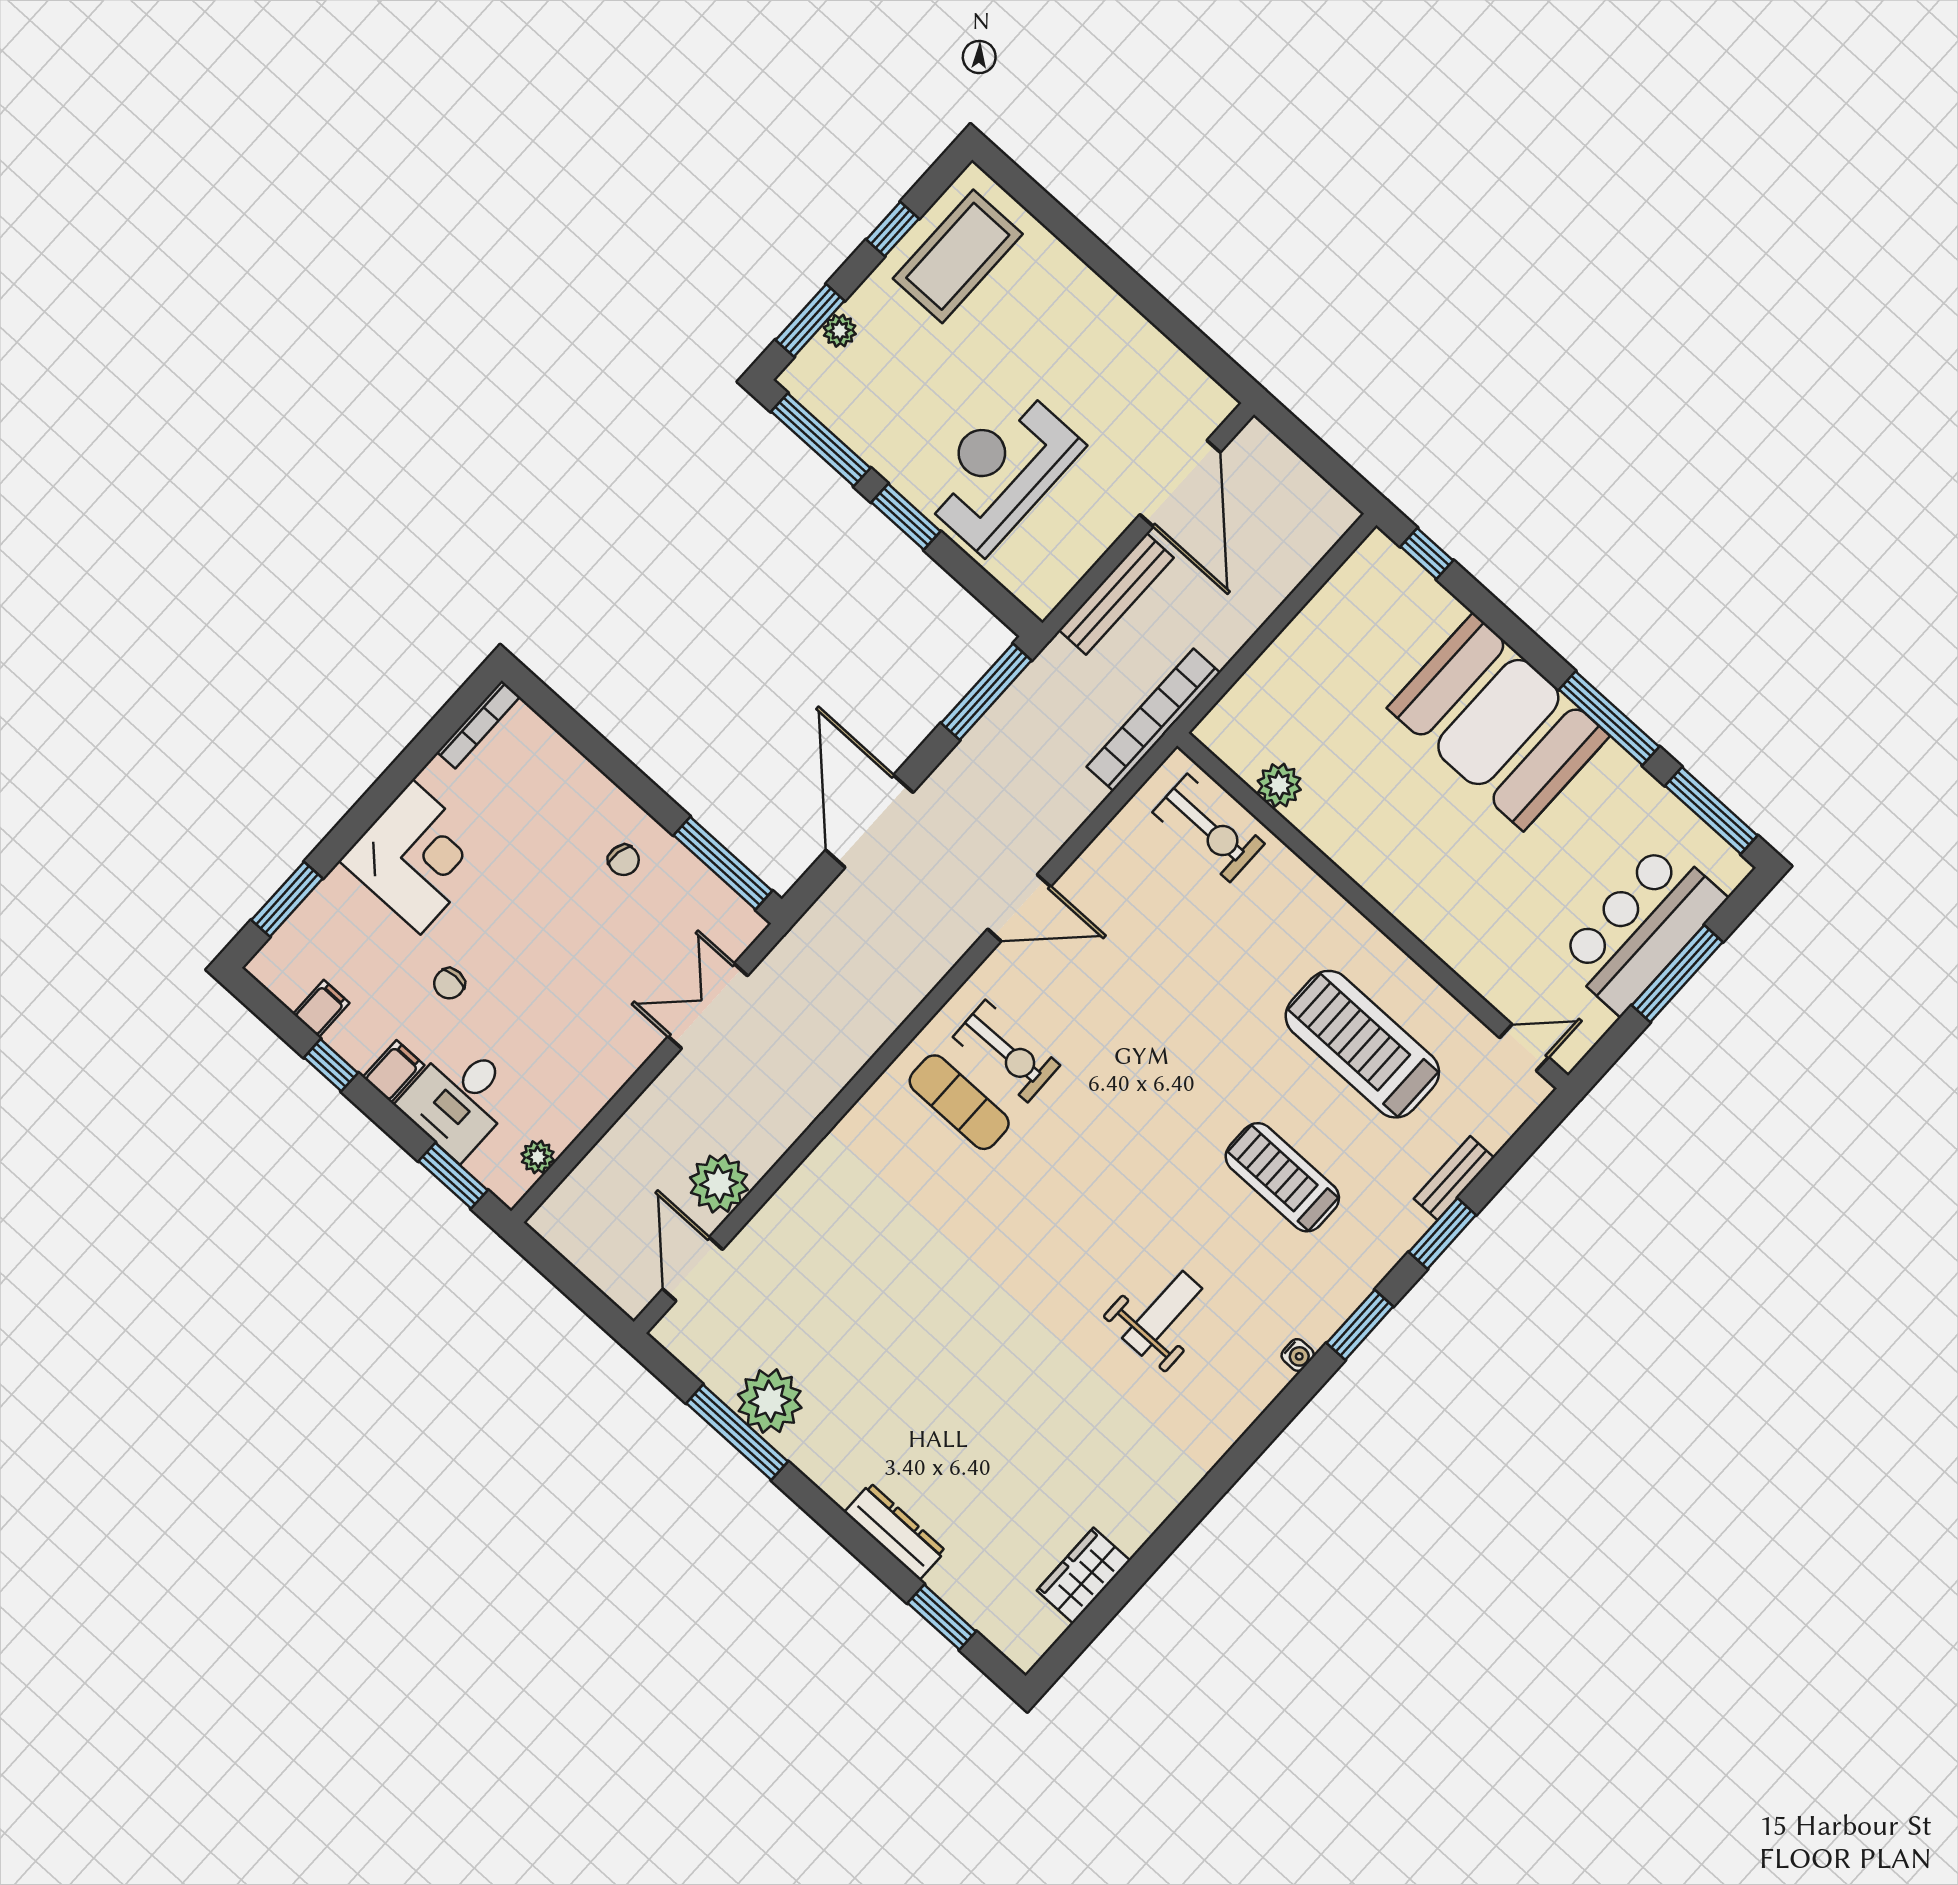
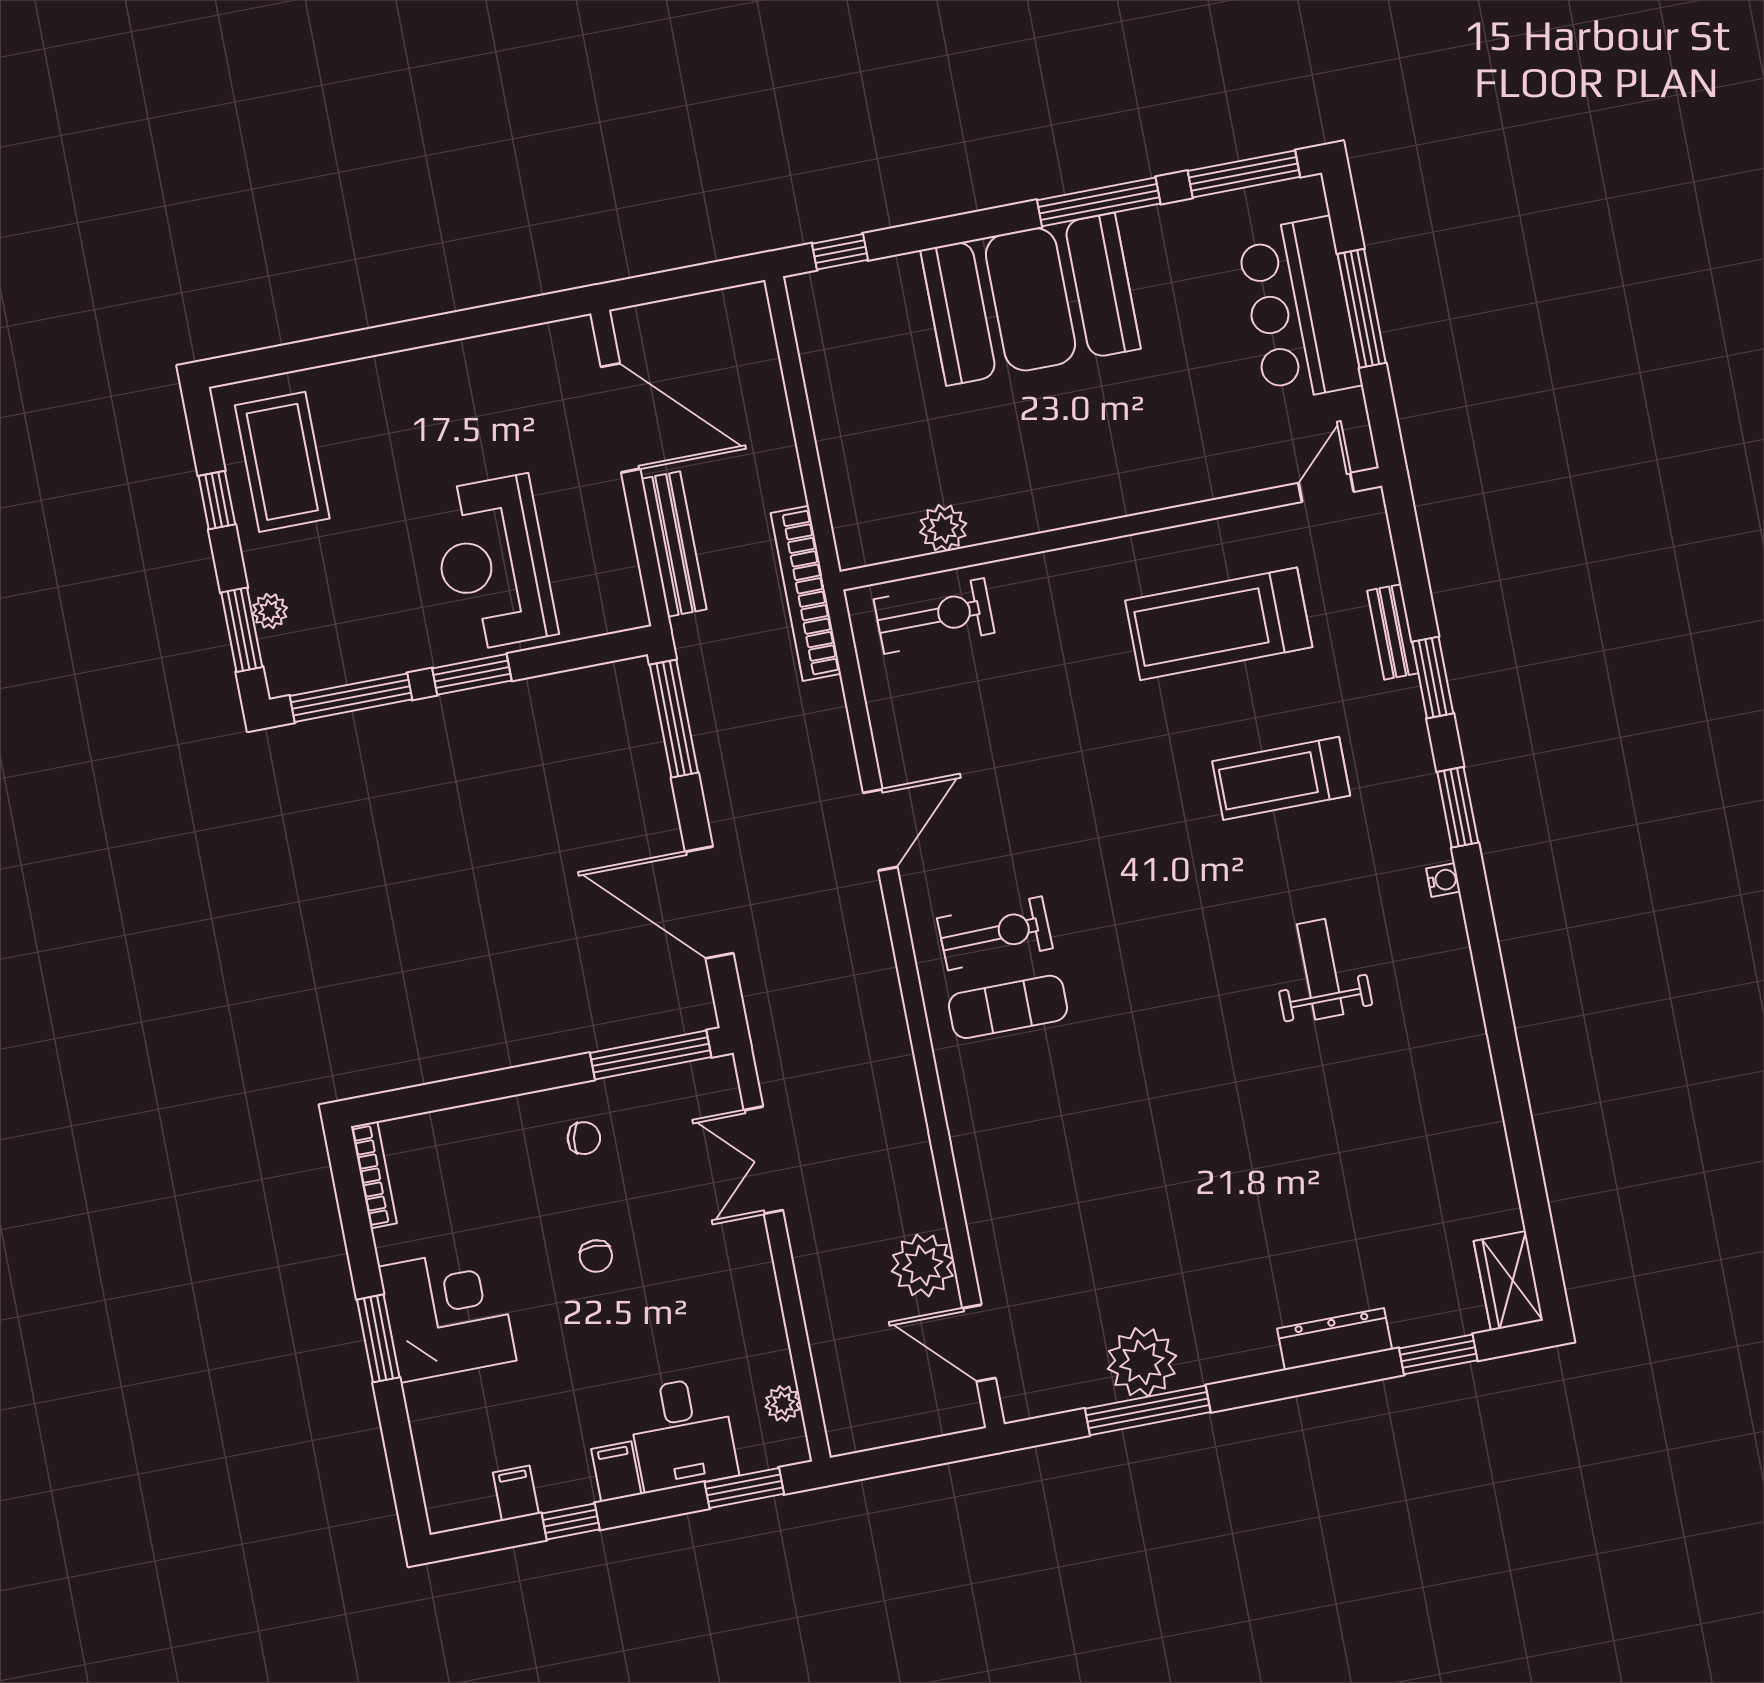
window: (287, 899) -> (378, 1338), moved
chair: (449, 983) -> (596, 1256), moved
wardrobe: (1083, 1576) -> (1508, 1281), moved

